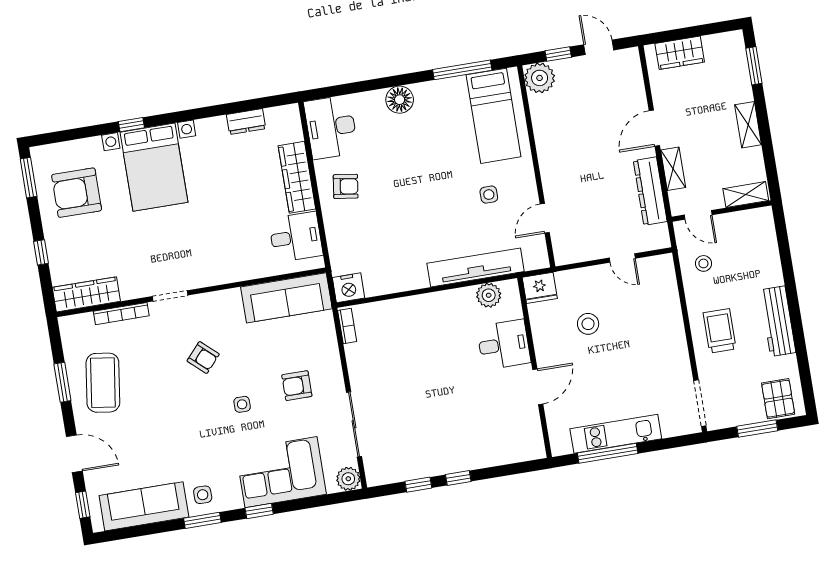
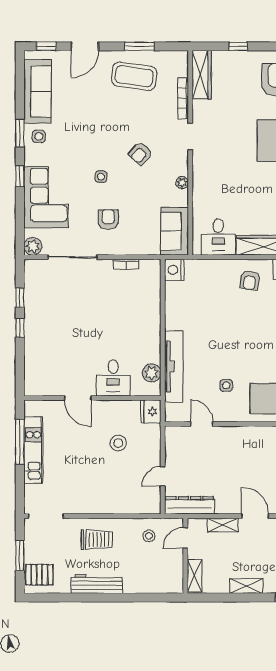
dresser: (650, 191) -> (189, 505), moved
plant: (232, 296) -> (182, 183), added
sofa: (286, 298) -> (174, 231), width x0.73
bookcase: (347, 326) -> (126, 264), moved

